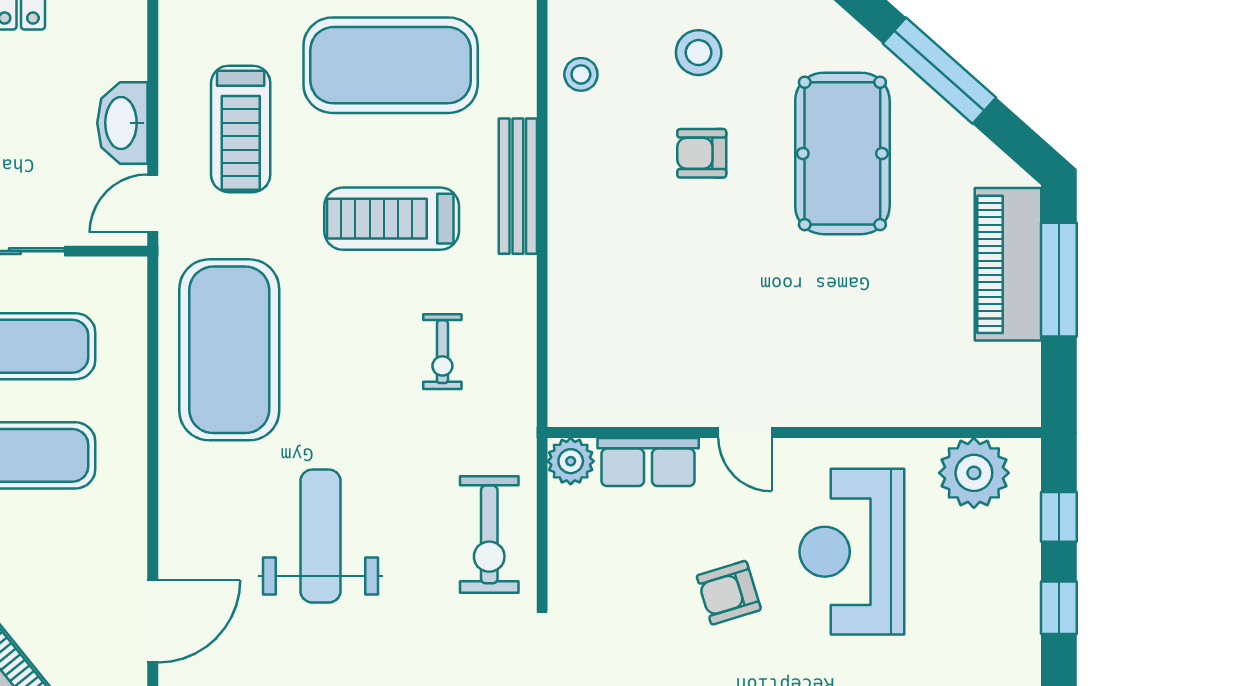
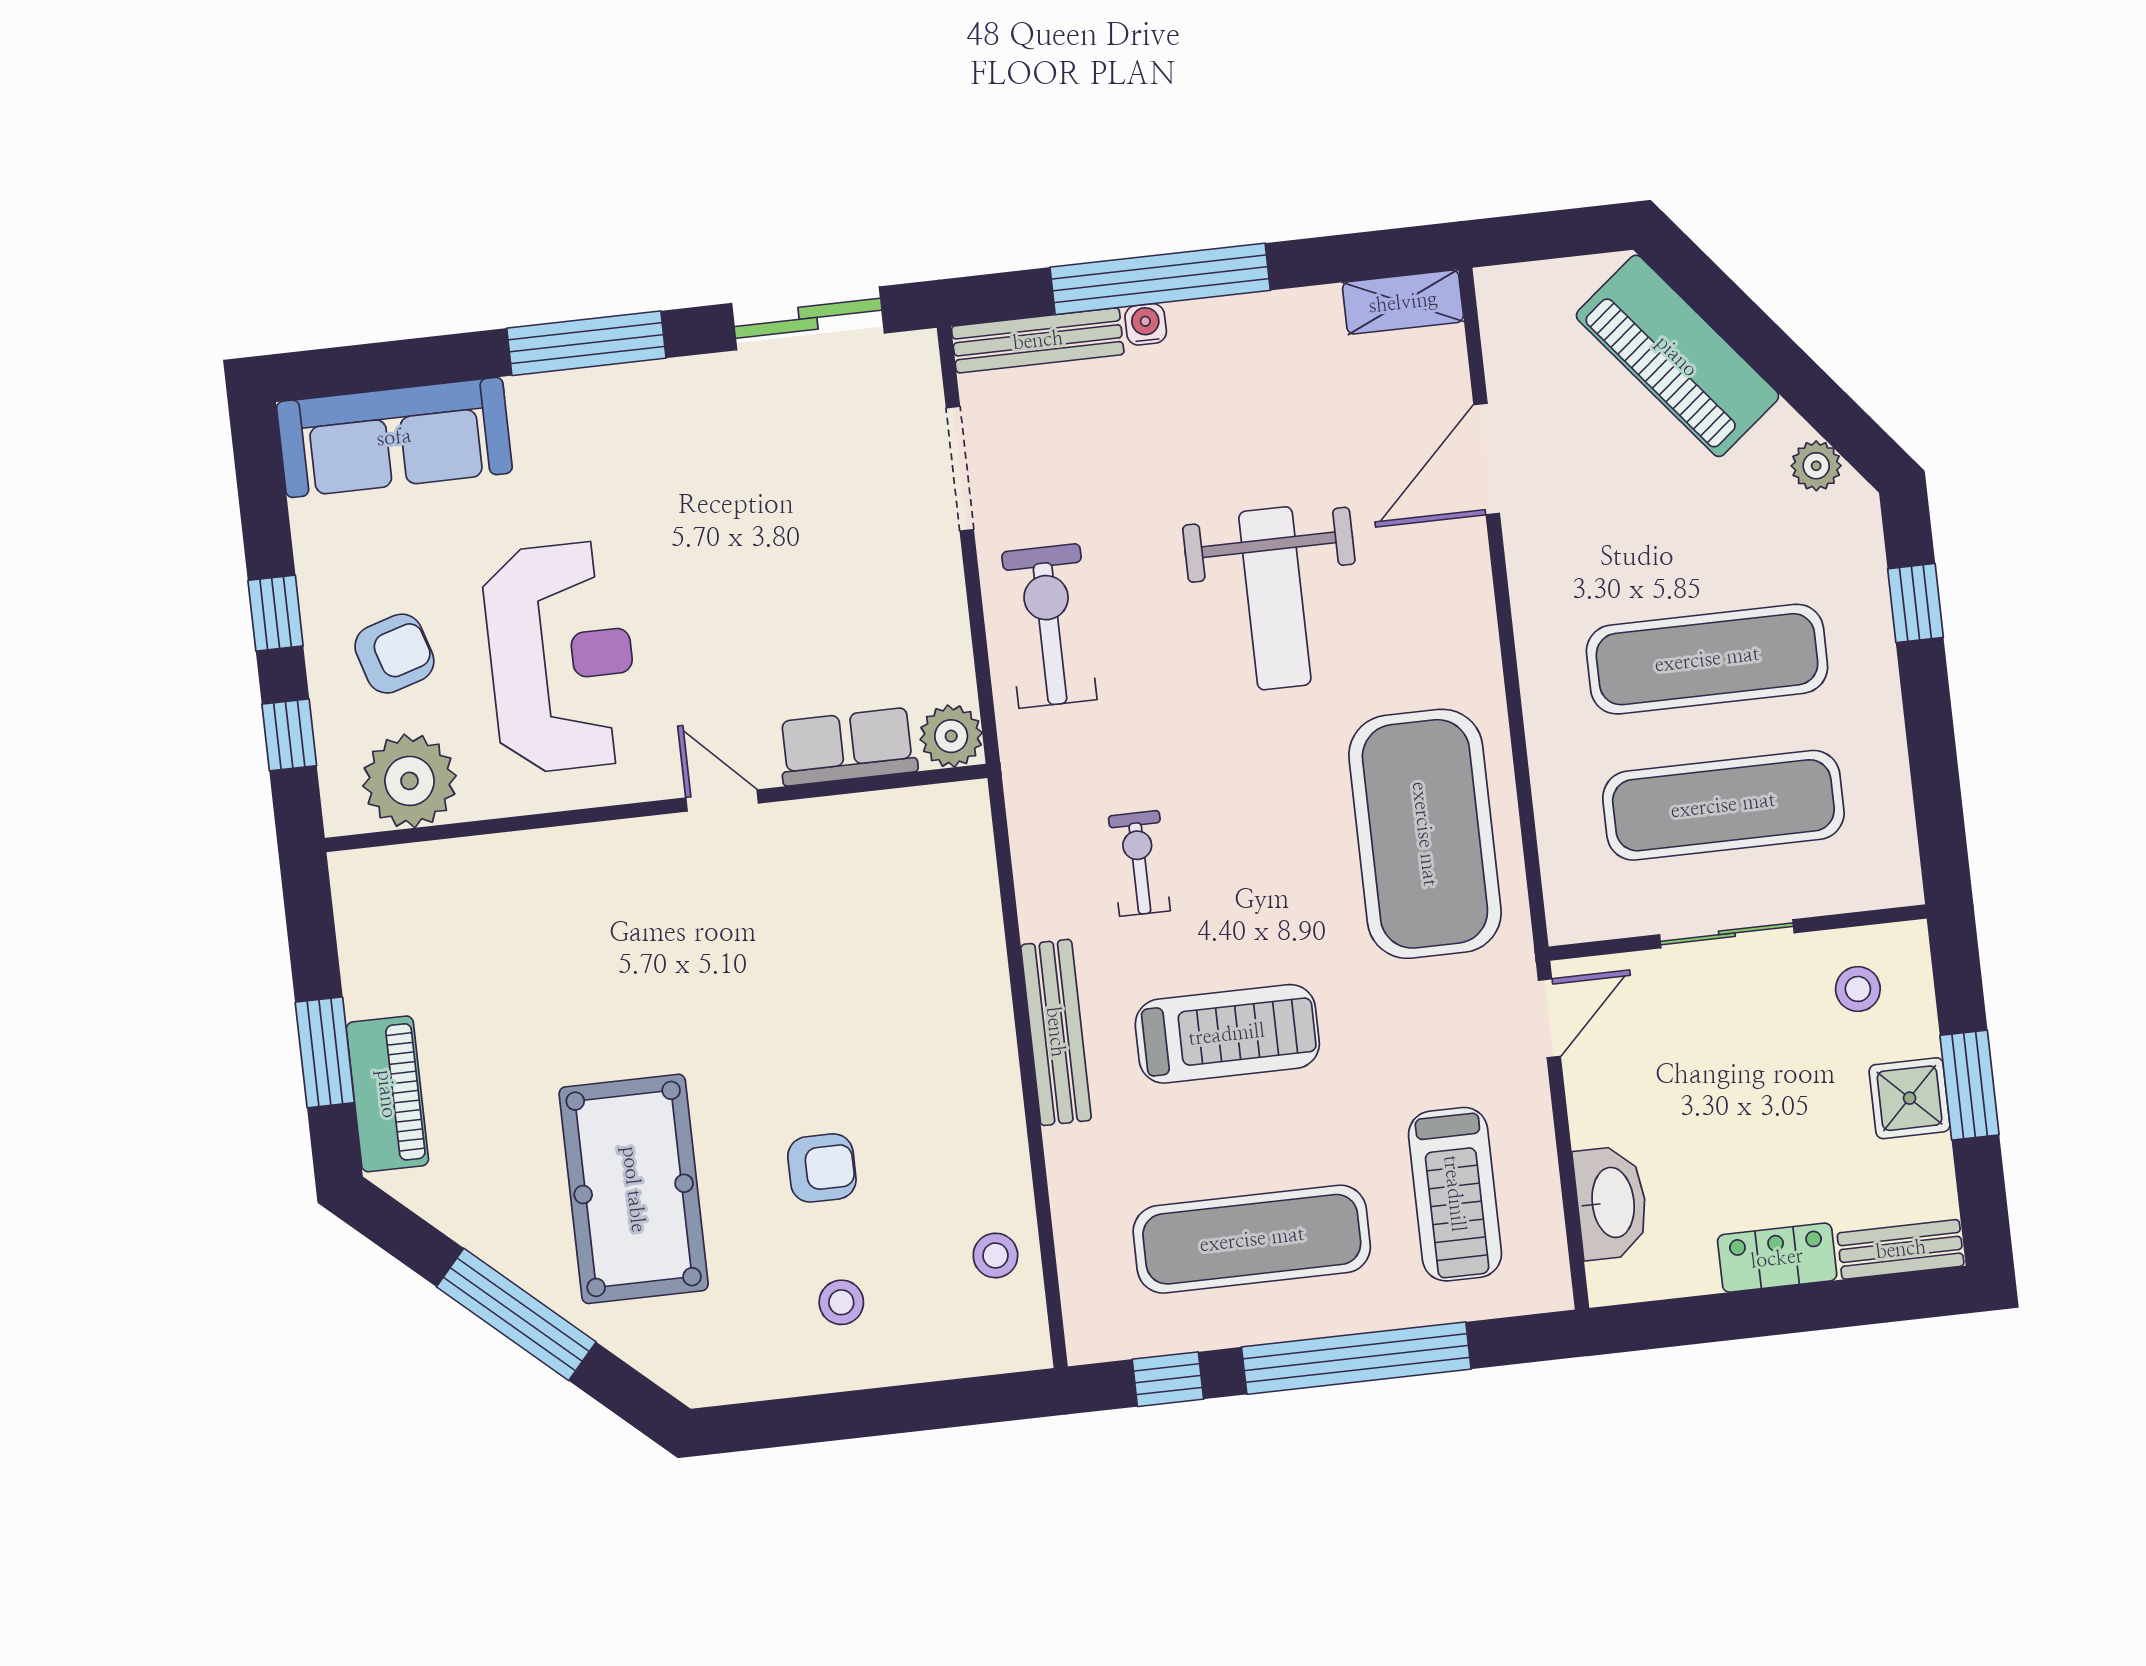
stool: (699, 53) -> (841, 1302), width x0.73, depth x0.73
exercise mat: (391, 65) -> (1252, 1239), width x0.68
washbasin: (122, 123) -> (1611, 1203), moved
treadmill: (241, 129) -> (1455, 1194), moved, turned 180
bench: (518, 186) -> (1056, 1032), moved
piano: (1008, 264) -> (387, 1094), width x0.73, depth x0.75
window: (1059, 280) -> (325, 1052), width x0.69
armchair: (729, 593) -> (394, 654), moved

